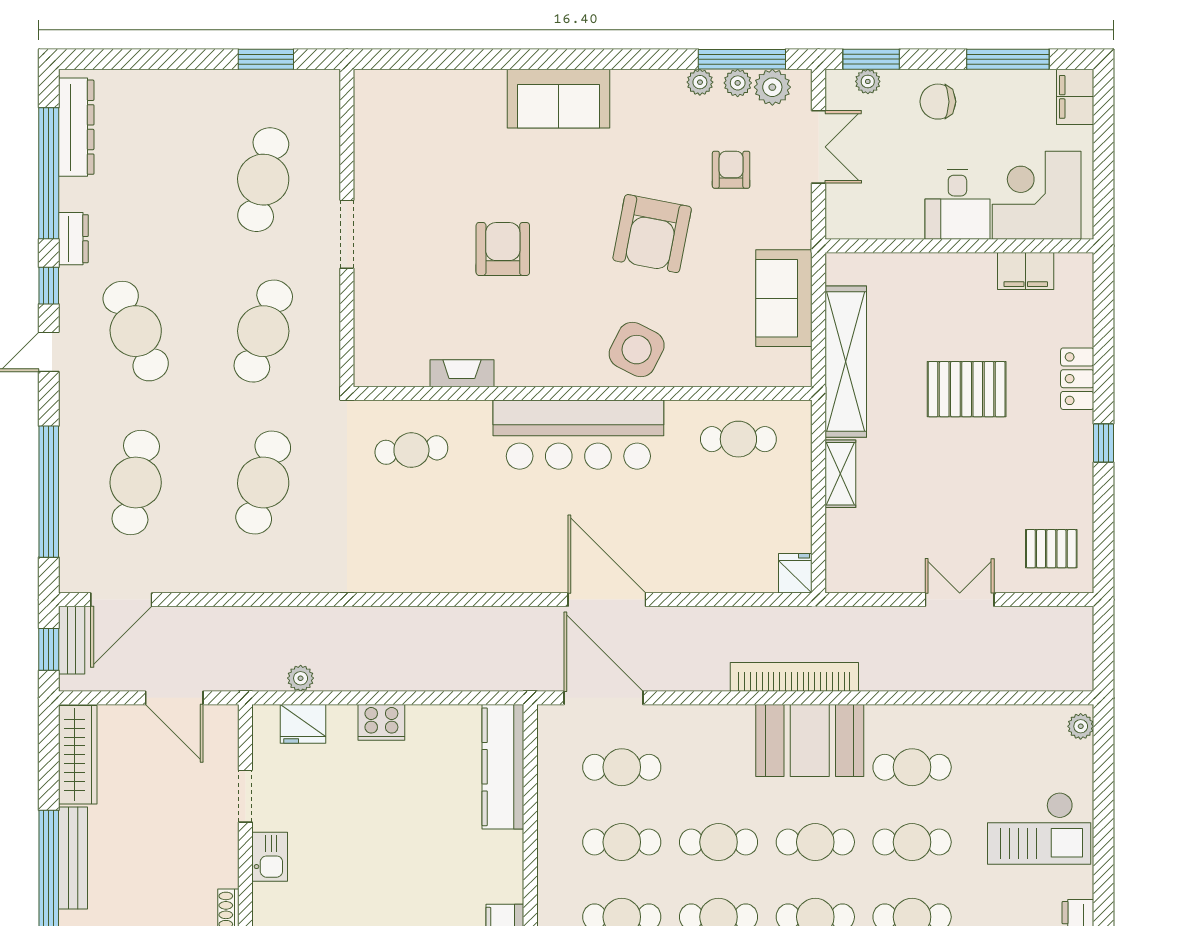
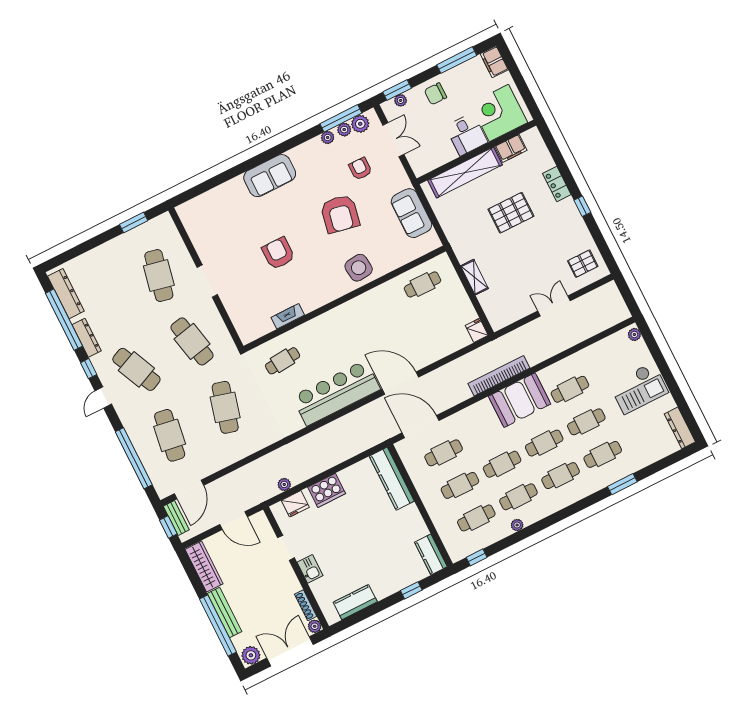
dresser: (73, 239) -> (87, 338), width x1.44
cafe table: (263, 331) -> (192, 341), turned -30
side table: (637, 350) -> (359, 268), turned -33
shelving: (846, 362) -> (465, 173), moved, turned 90
bar counter: (578, 435) -> (336, 393), moved, turned 180
cooker: (381, 722) -> (327, 490), width x1.37, depth x1.31

